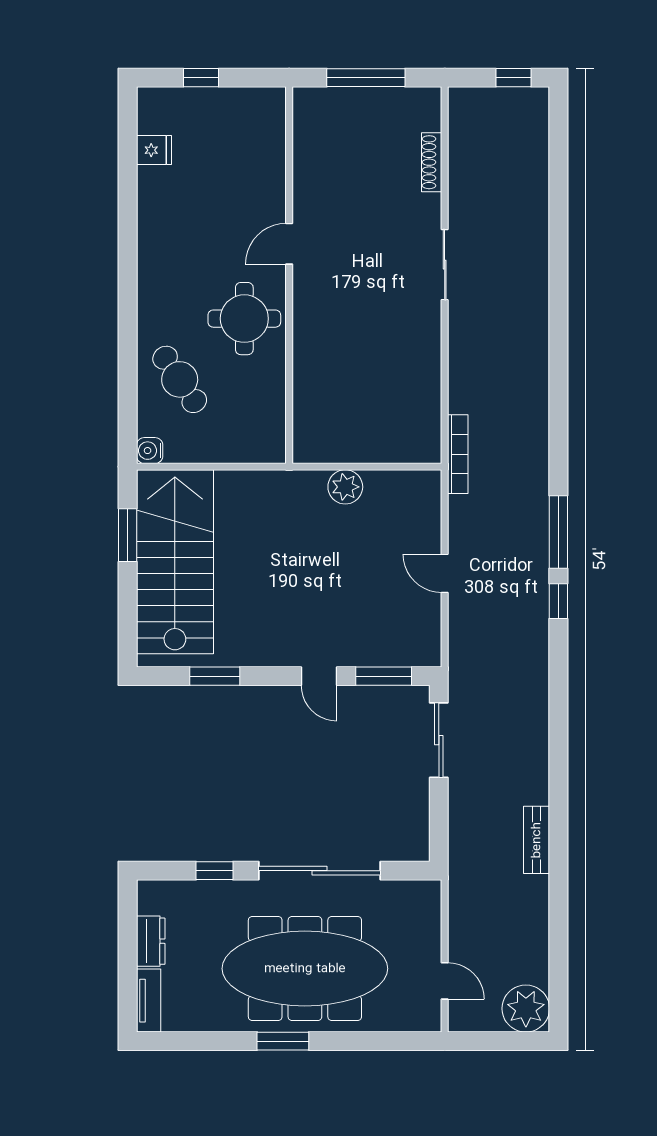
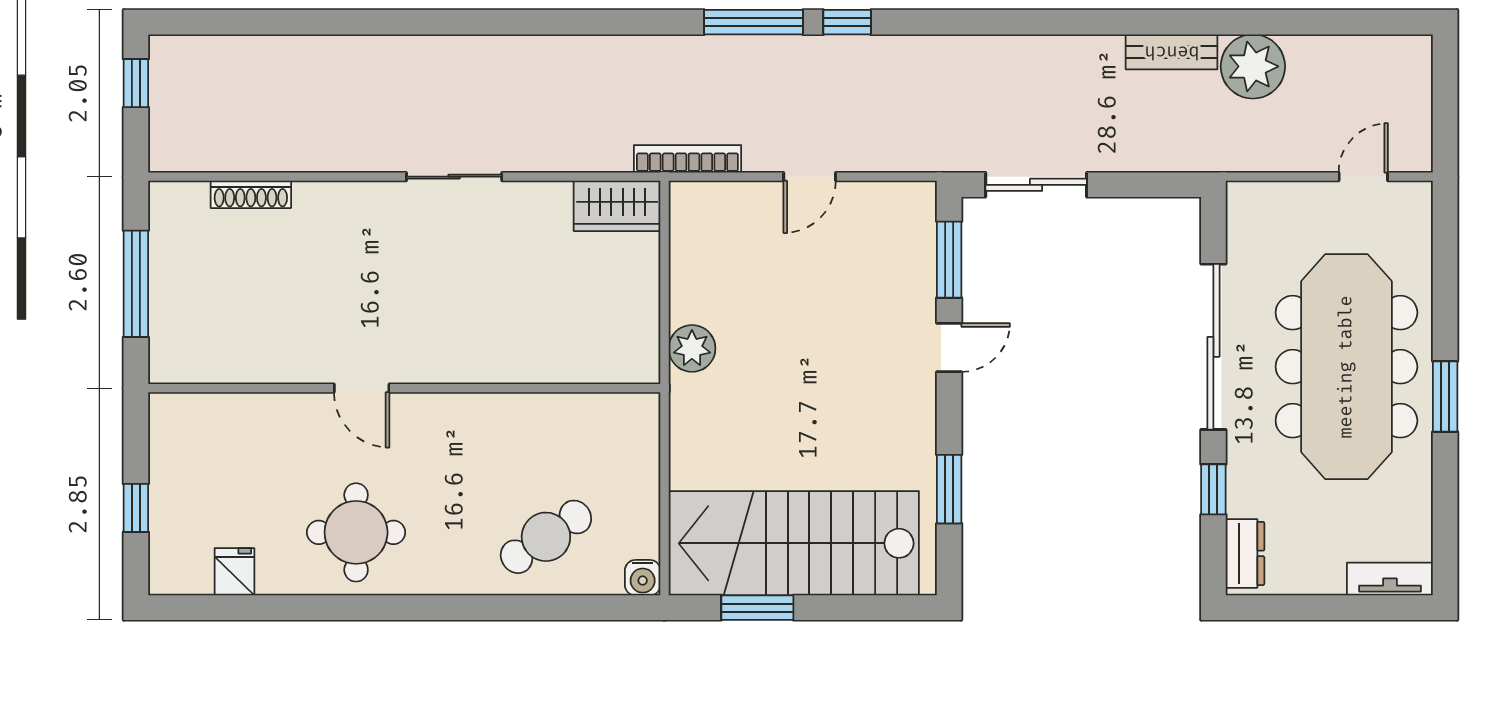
sliding door: (445, 265) -> (454, 177), moved
round table: (244, 319) -> (356, 532), moved
wardrobe: (423, 432) -> (617, 206), added
bookcase: (458, 454) -> (687, 159), moved
plant: (345, 487) -> (692, 348), moved
dresser: (151, 941) -> (1245, 553), moved, turned 90
plant: (526, 1009) -> (1253, 66), moved

